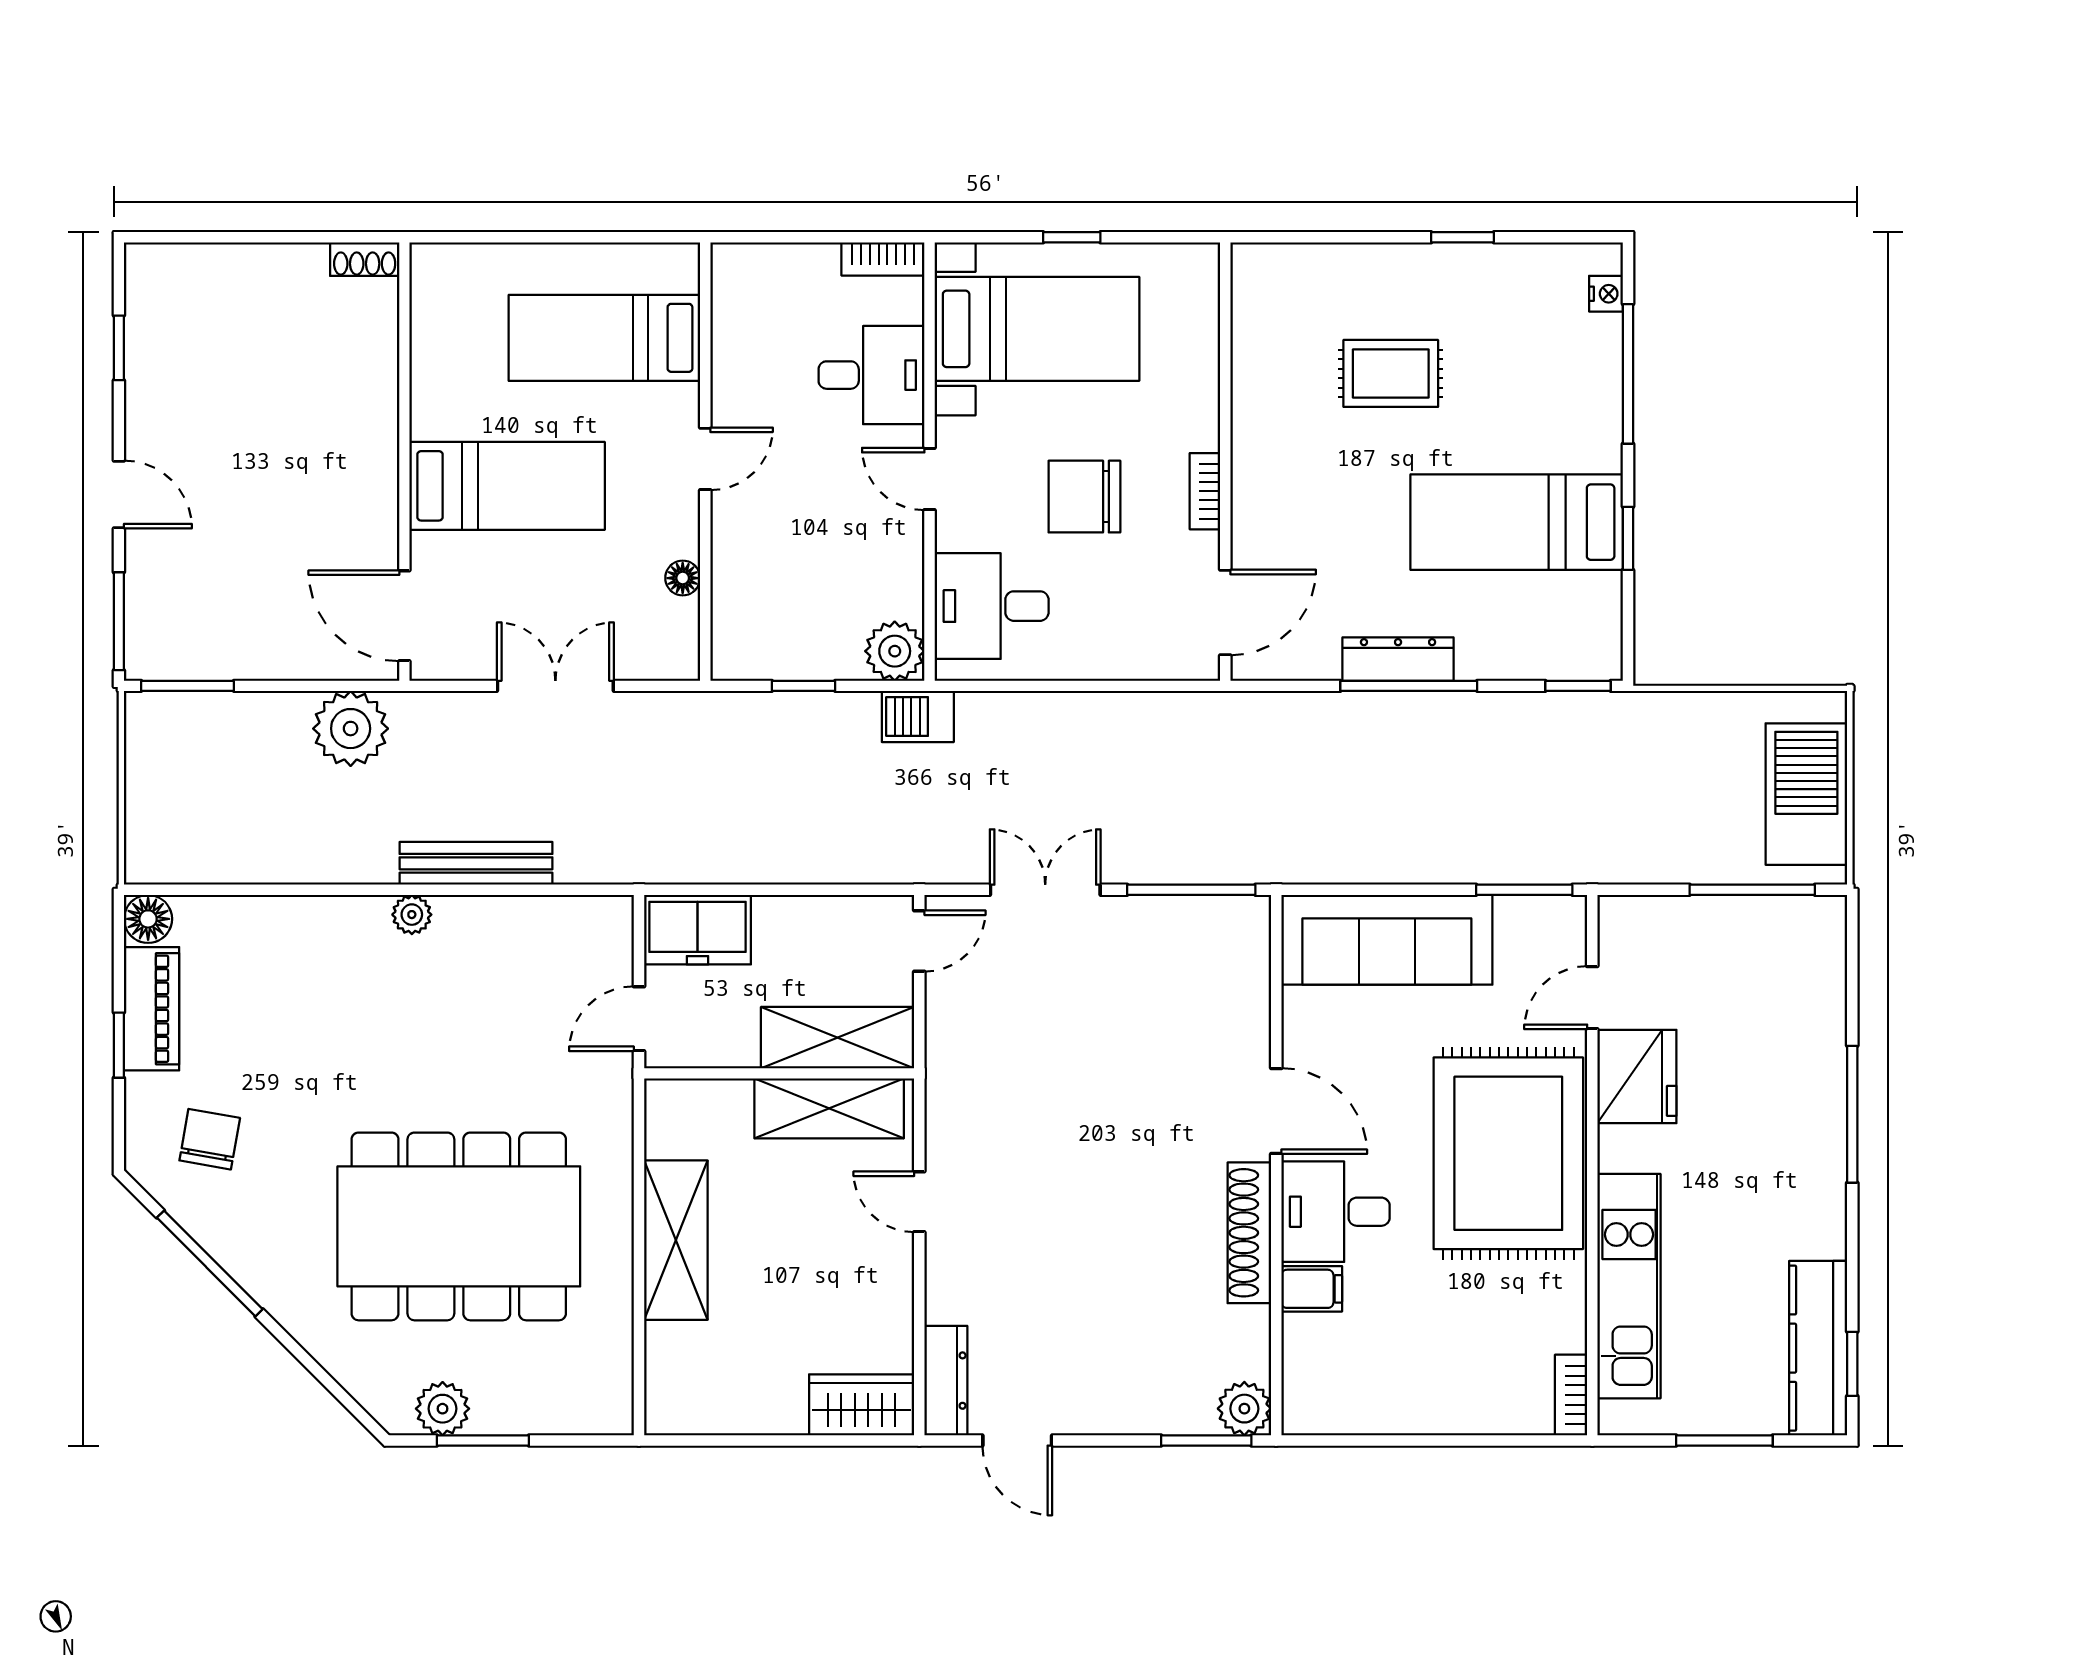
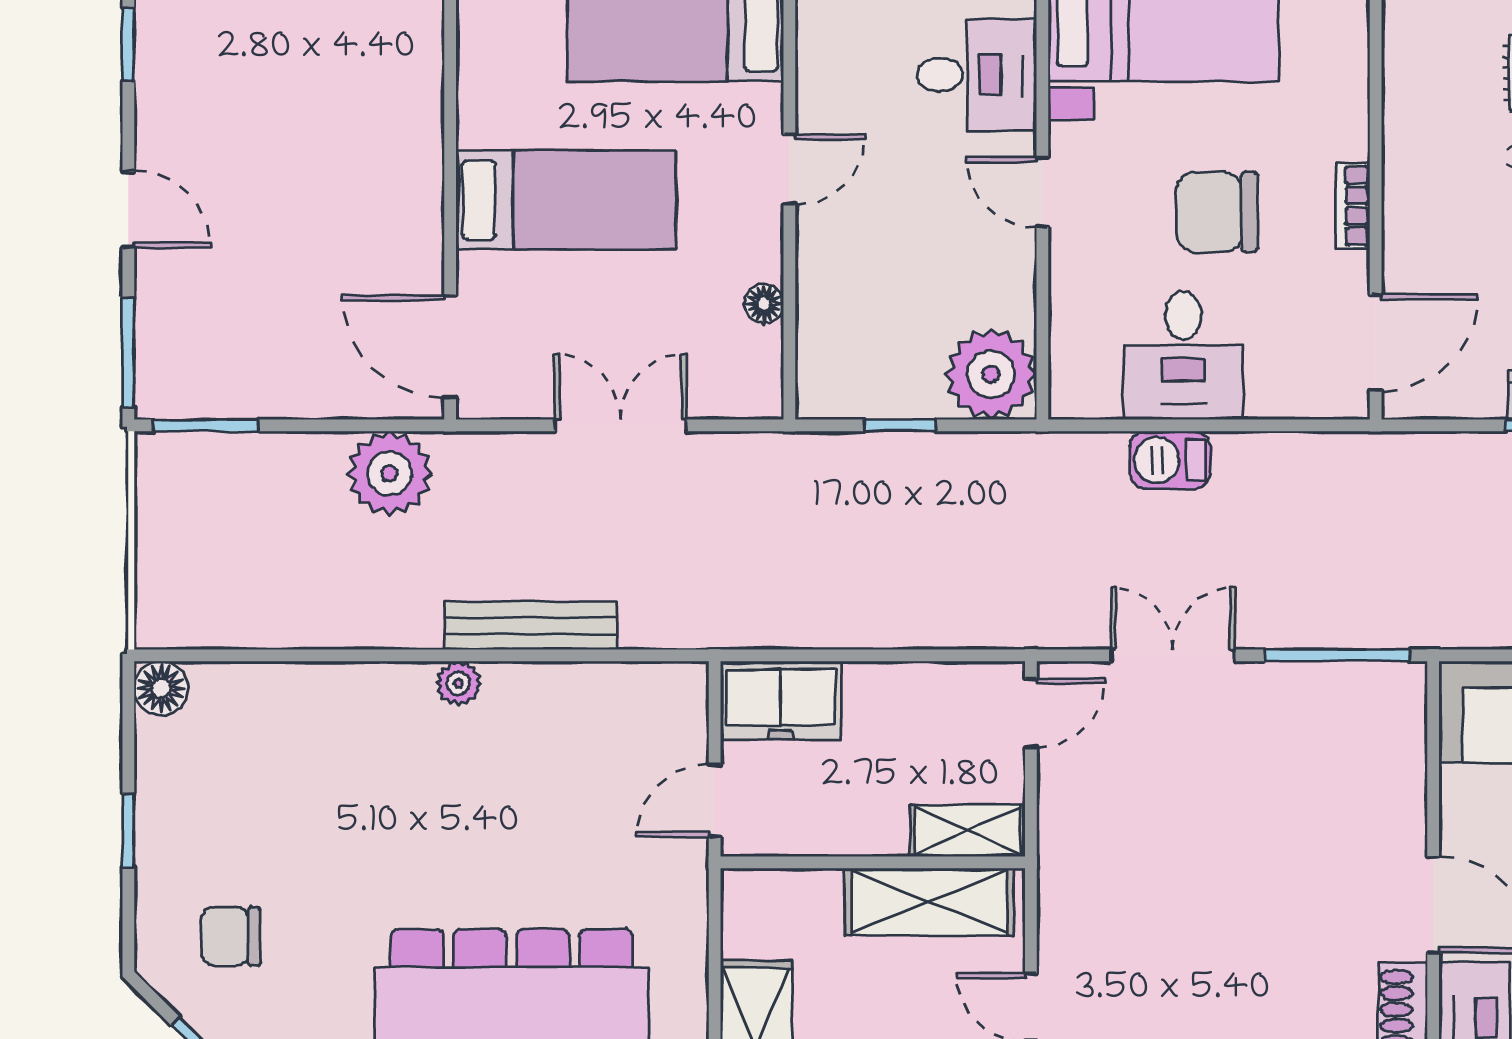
desk: (992, 606) -> (1183, 355), moved, turned -90
plant: (895, 651) -> (991, 374), width x1.36, depth x1.36
barbecue: (918, 717) -> (1170, 460), moved
piano: (152, 1009) -> (165, 789), removed
shelving: (838, 1038) -> (967, 831), width x0.67, depth x0.75
chair: (210, 1139) -> (231, 936), turned -100

